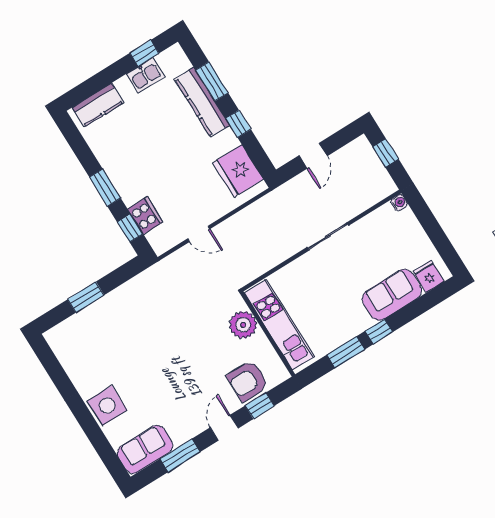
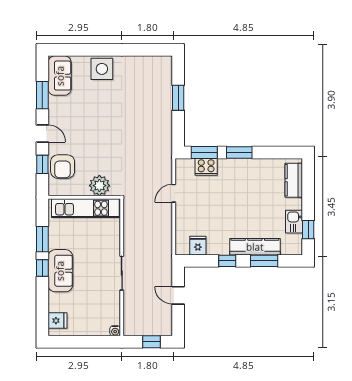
fridge: (238, 171) -> (198, 246), width x0.53, depth x0.75
window: (130, 228) -> (204, 152), width x1.50
sofa: (392, 295) -> (60, 271), moved
armchair: (248, 381) -> (63, 167), turned 180

